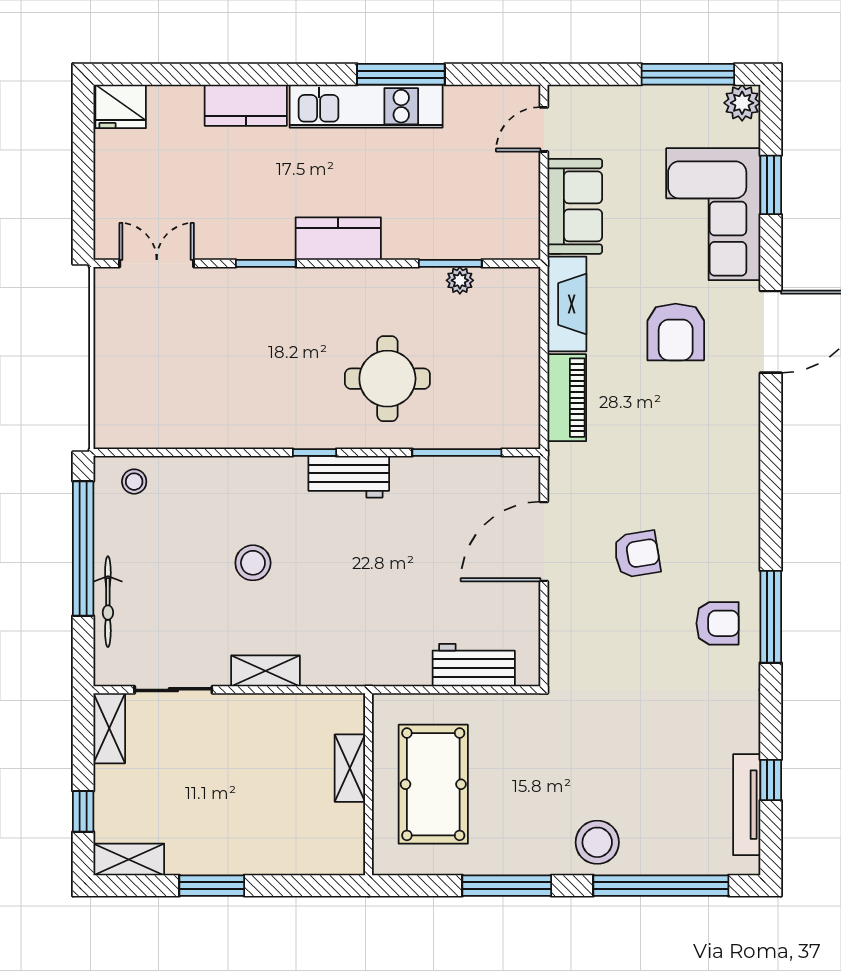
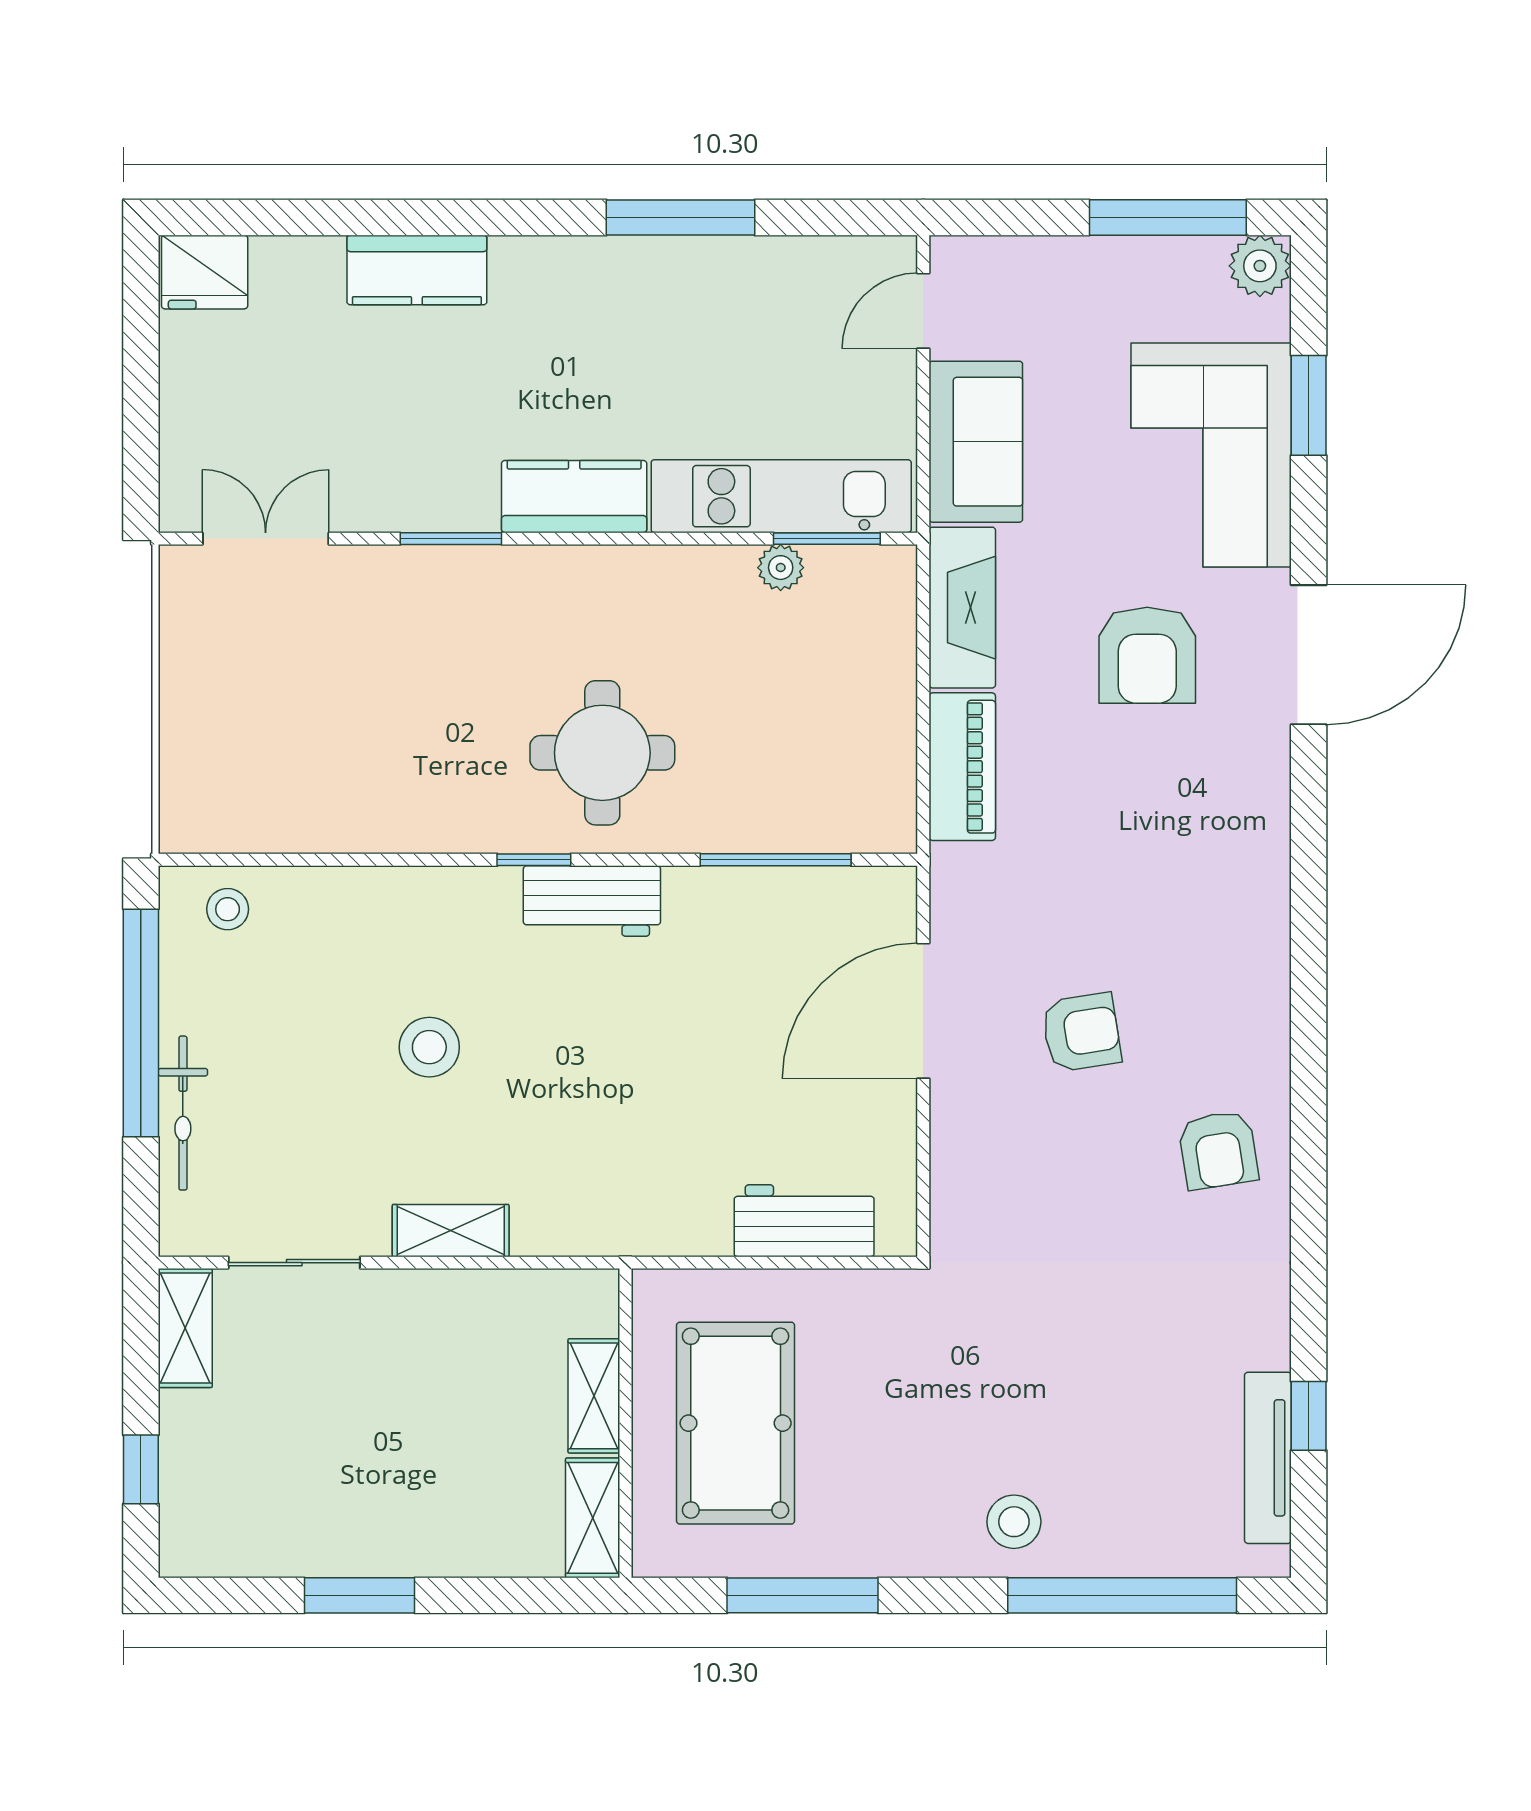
kitchen unit: (366, 106) -> (781, 496), moved, turned 180
window: (450, 263) -> (827, 539), moved
round table: (387, 379) -> (602, 753), moved
window: (771, 617) -> (1309, 1139), removed
armchair: (717, 623) -> (1218, 1150), turned 81
stool: (597, 842) -> (1014, 1522), width x0.73, depth x0.73
shelving: (129, 859) -> (593, 1518), moved, turned 90
window: (507, 886) -> (803, 1595), moved

